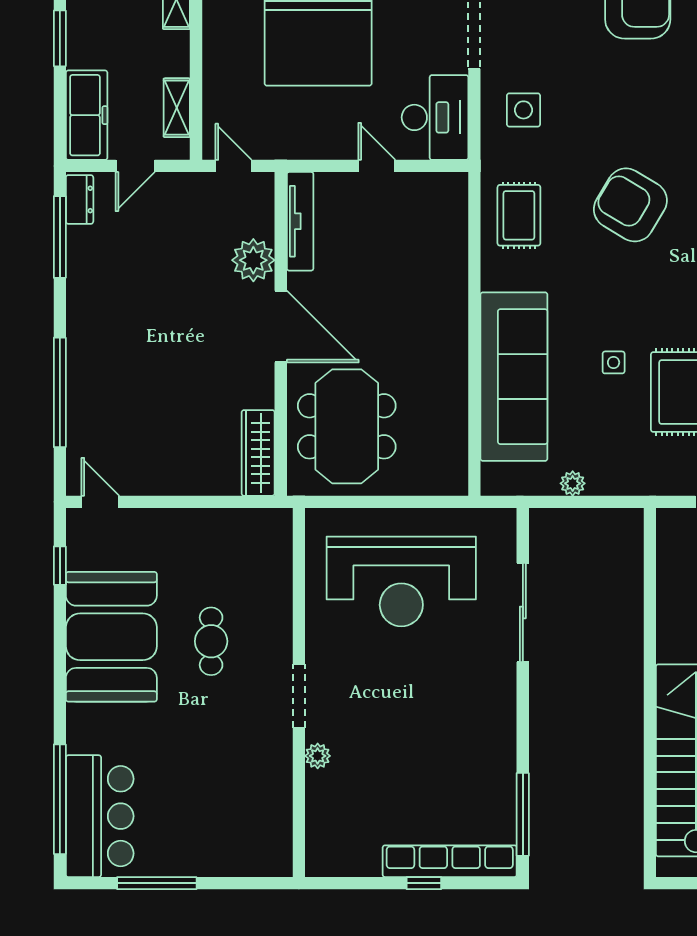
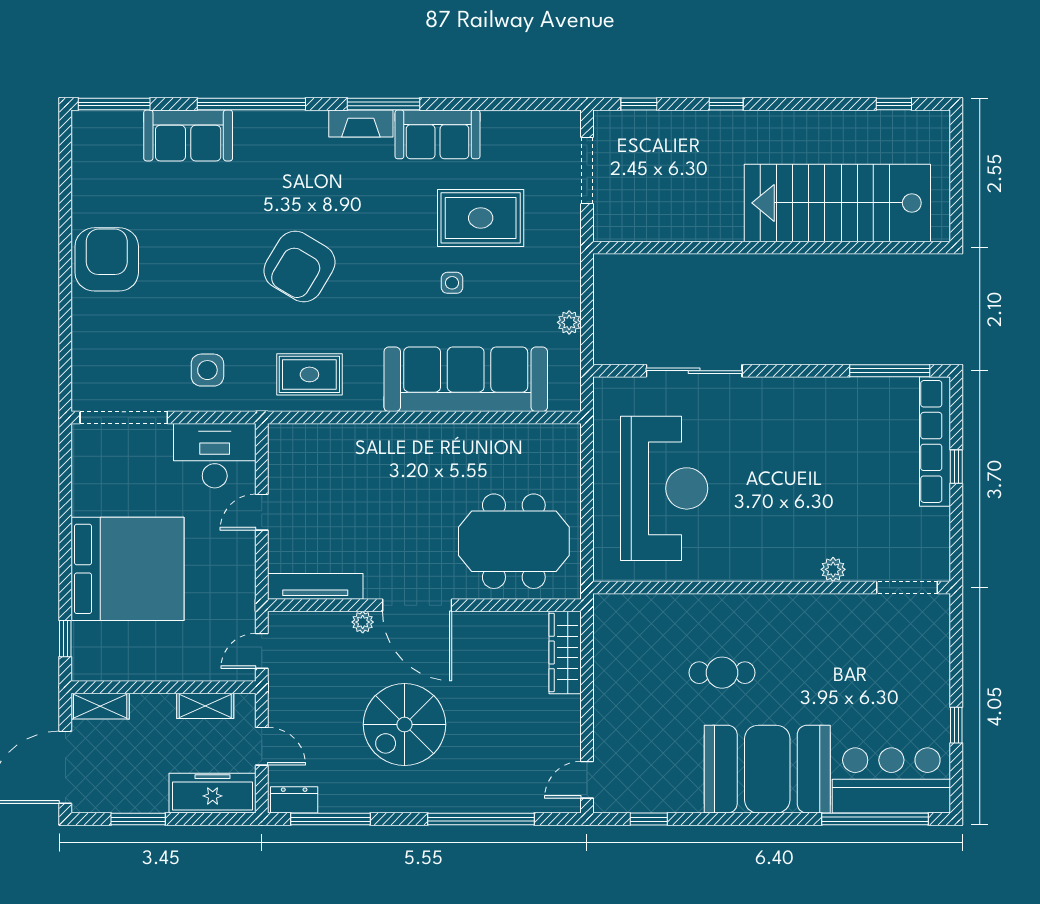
plant: (253, 260) -> (363, 622), width x0.53, depth x0.53
spiral stairs: (157, 313) -> (405, 725), added
door: (281, 326) -> (417, 605), swing flipped
wardrobe: (258, 453) -> (565, 652), moved, turned 90
booth: (111, 637) -> (767, 769), moved
doorway: (299, 696) -> (907, 588), moved
window: (157, 883) -> (956, 725), width x0.46

